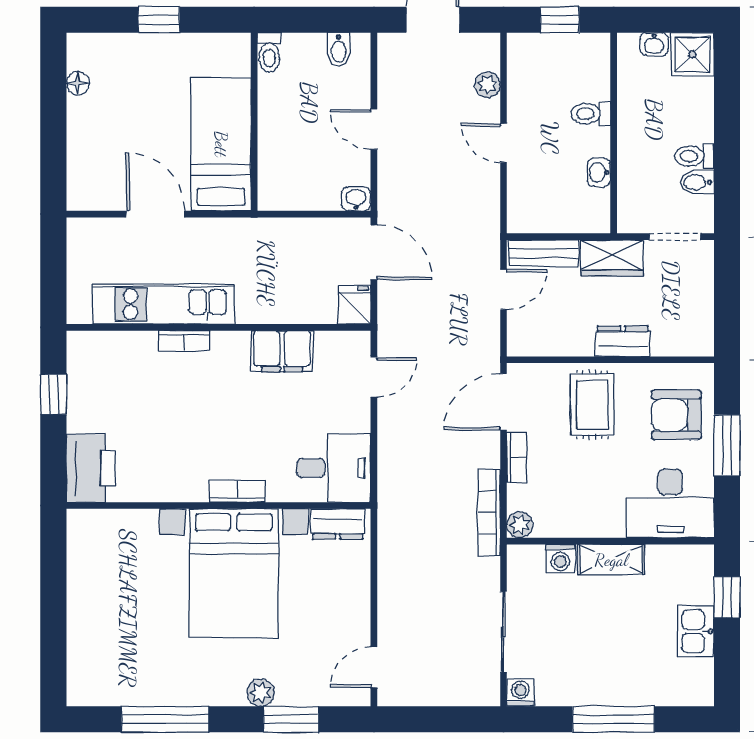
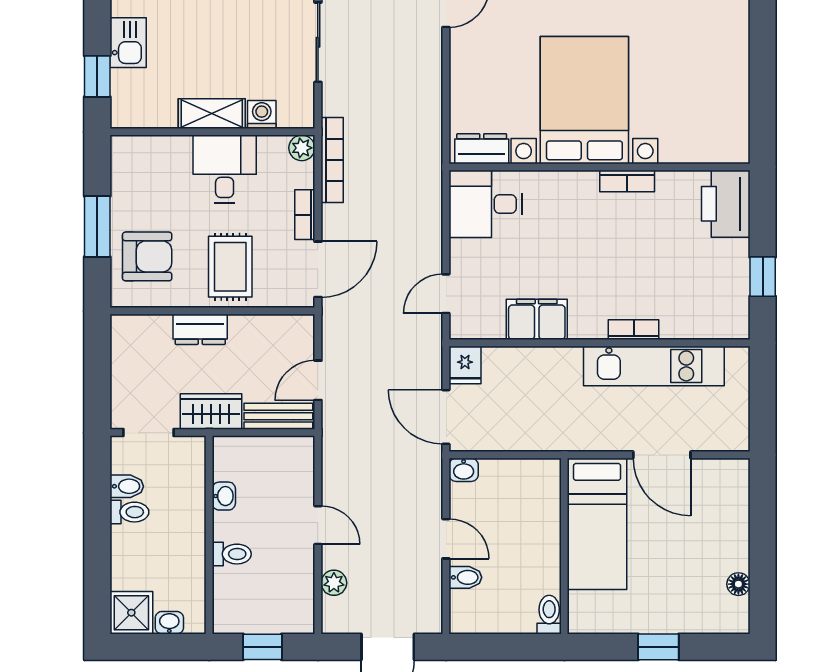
bidet: (339, 49) -> (465, 577), moved, turned 90
bookcase: (237, 491) -> (627, 181), moved
desk: (670, 503) -> (225, 169), moved, width x0.73

